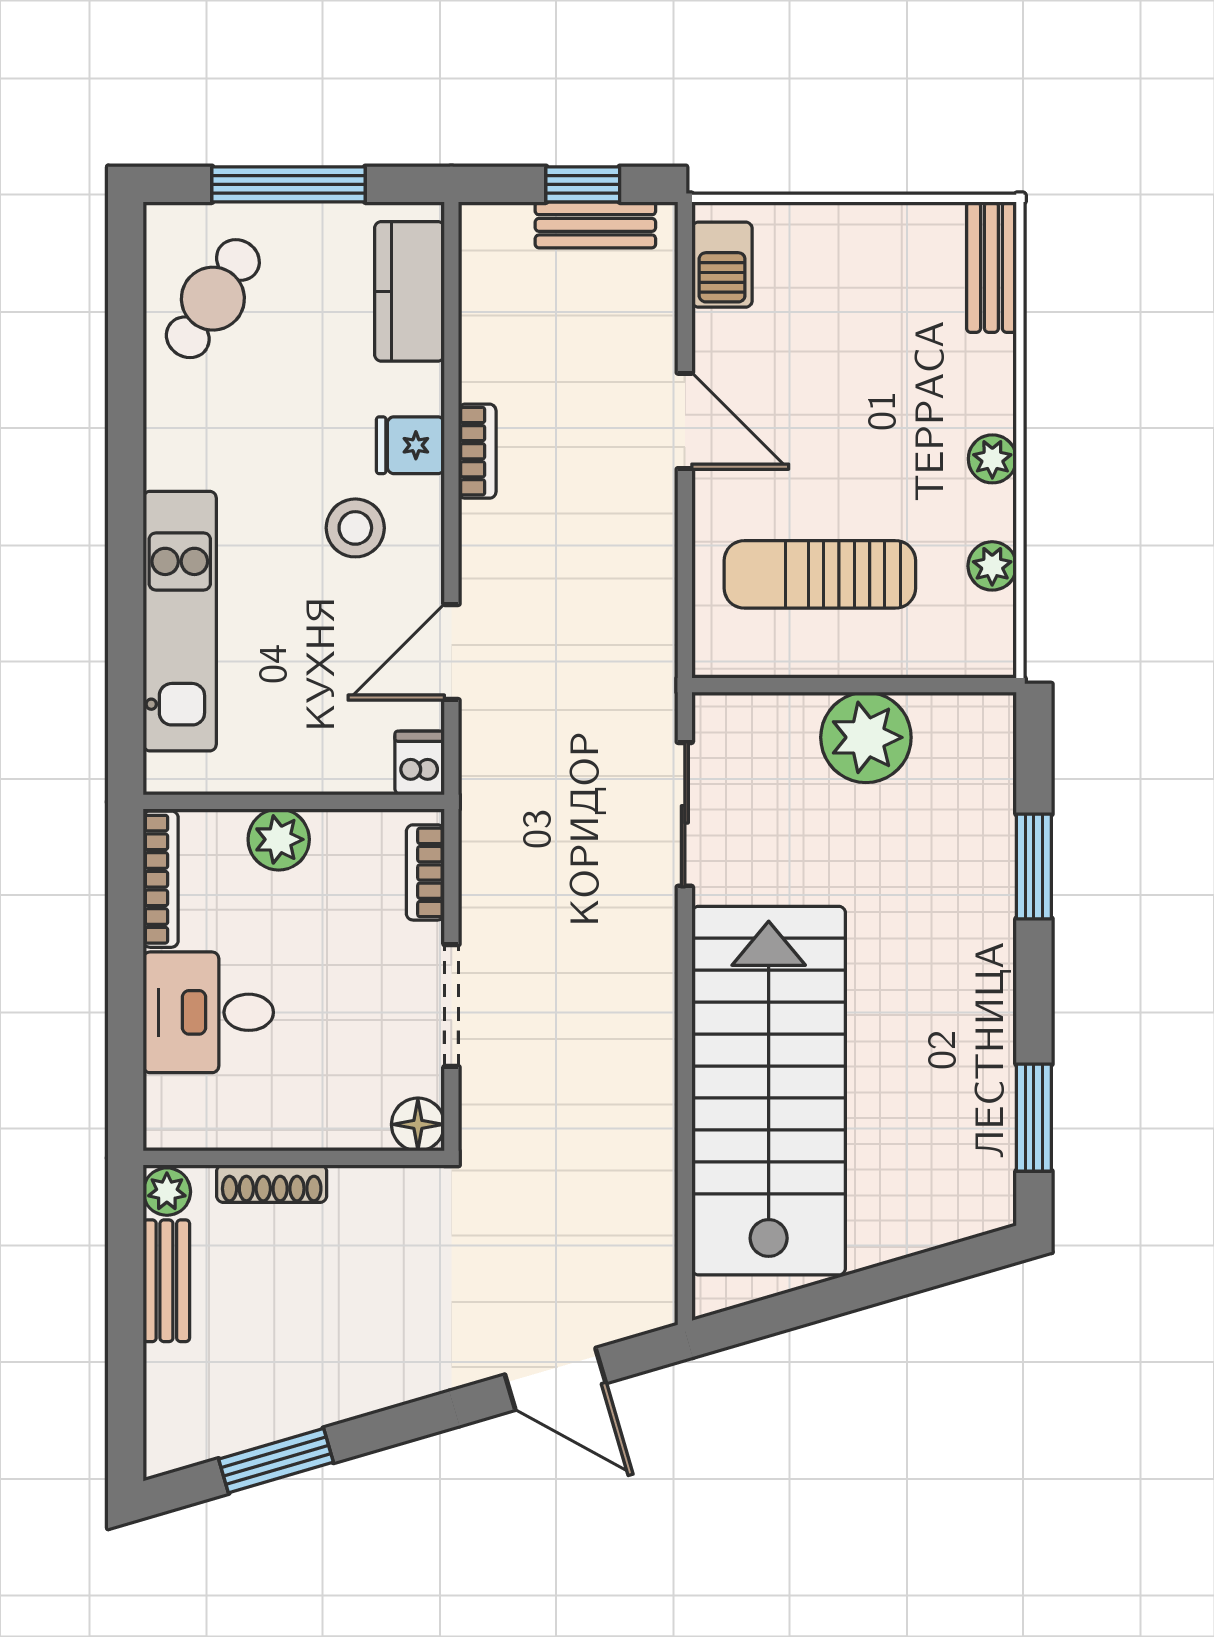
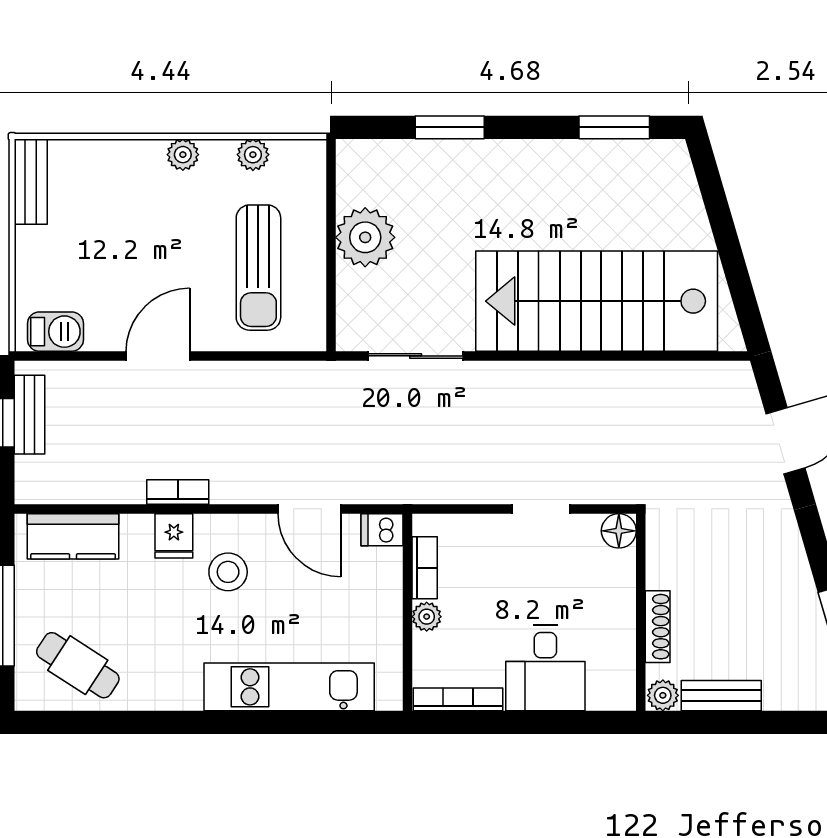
bench: (991, 267) -> (31, 182), moved, turned 90
plant: (279, 839) -> (427, 617), width x0.73, depth x0.73
bookcase: (425, 872) -> (425, 568), moved, turned -90
doorway: (451, 1006) -> (541, 509), width x0.73

